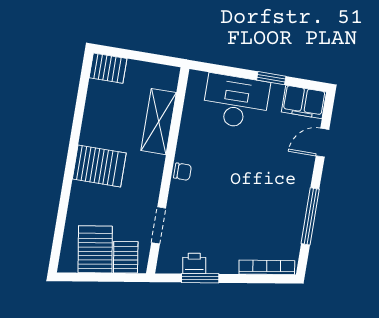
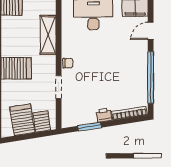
window: (310, 216) -> (151, 77), width x1.46
doorway: (159, 225) -> (59, 87), moved
printer: (194, 263) -> (104, 115), moved

